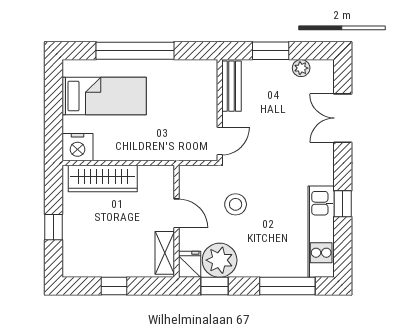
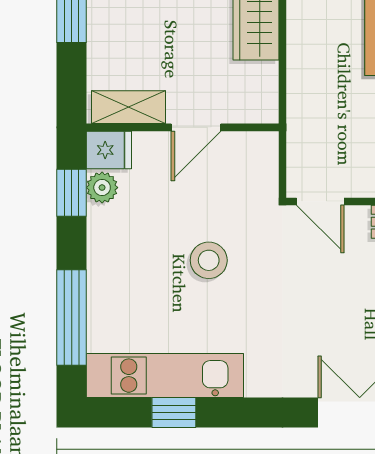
stool: (236, 204) -> (209, 260), moved
window: (343, 204) -> (174, 412), moved
plant: (220, 260) -> (102, 188), width x0.53, depth x0.53

